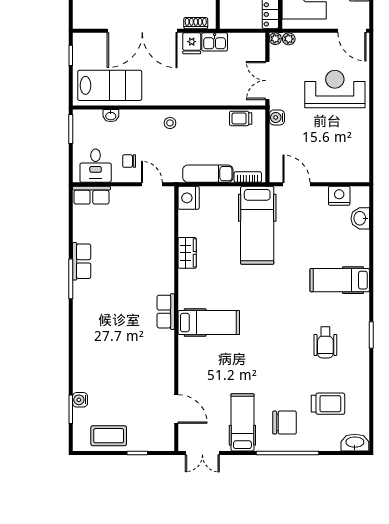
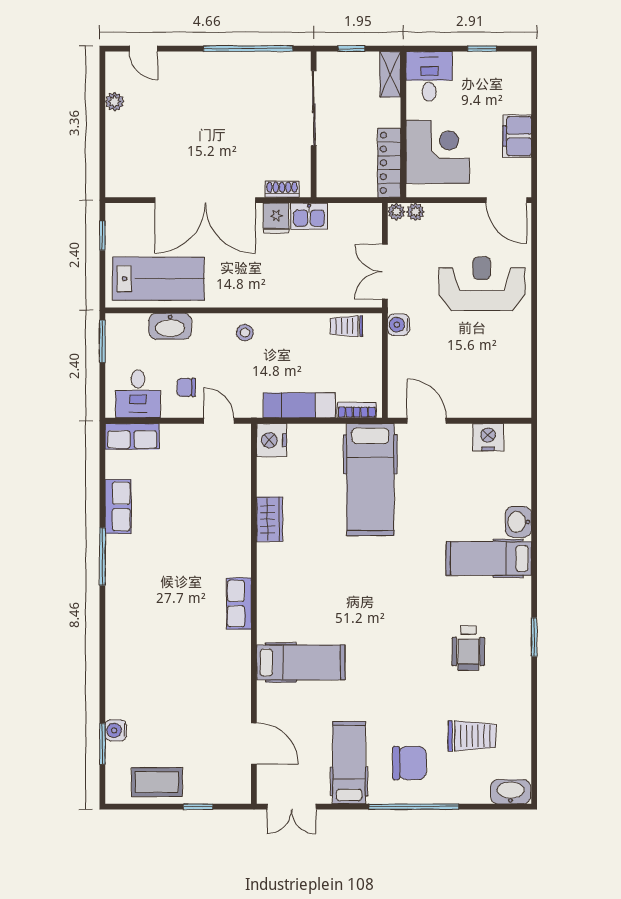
washbasin: (111, 116) -> (170, 326), width x1.91, depth x1.45
washbasin: (360, 218) -> (518, 522), moved
row of seats: (82, 261) -> (118, 506), moved
hospital bed: (209, 323) -> (301, 662), moved

